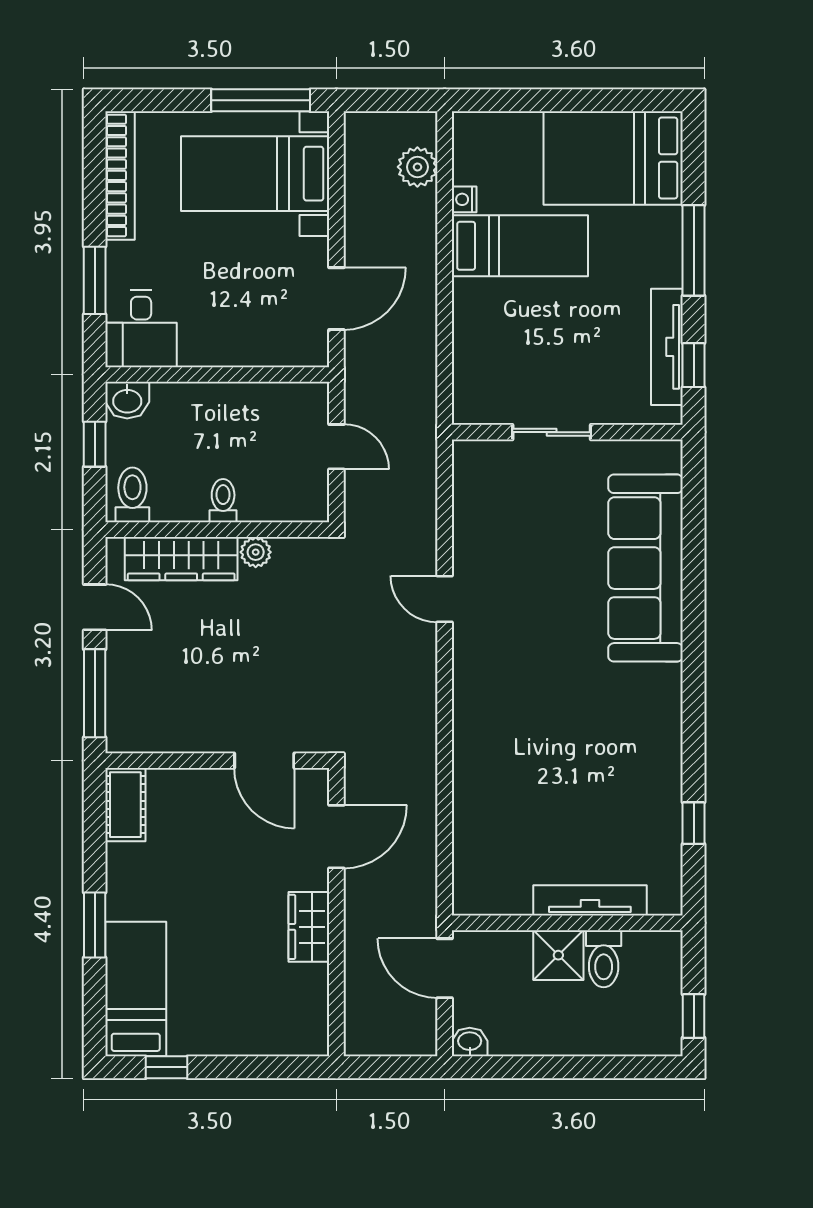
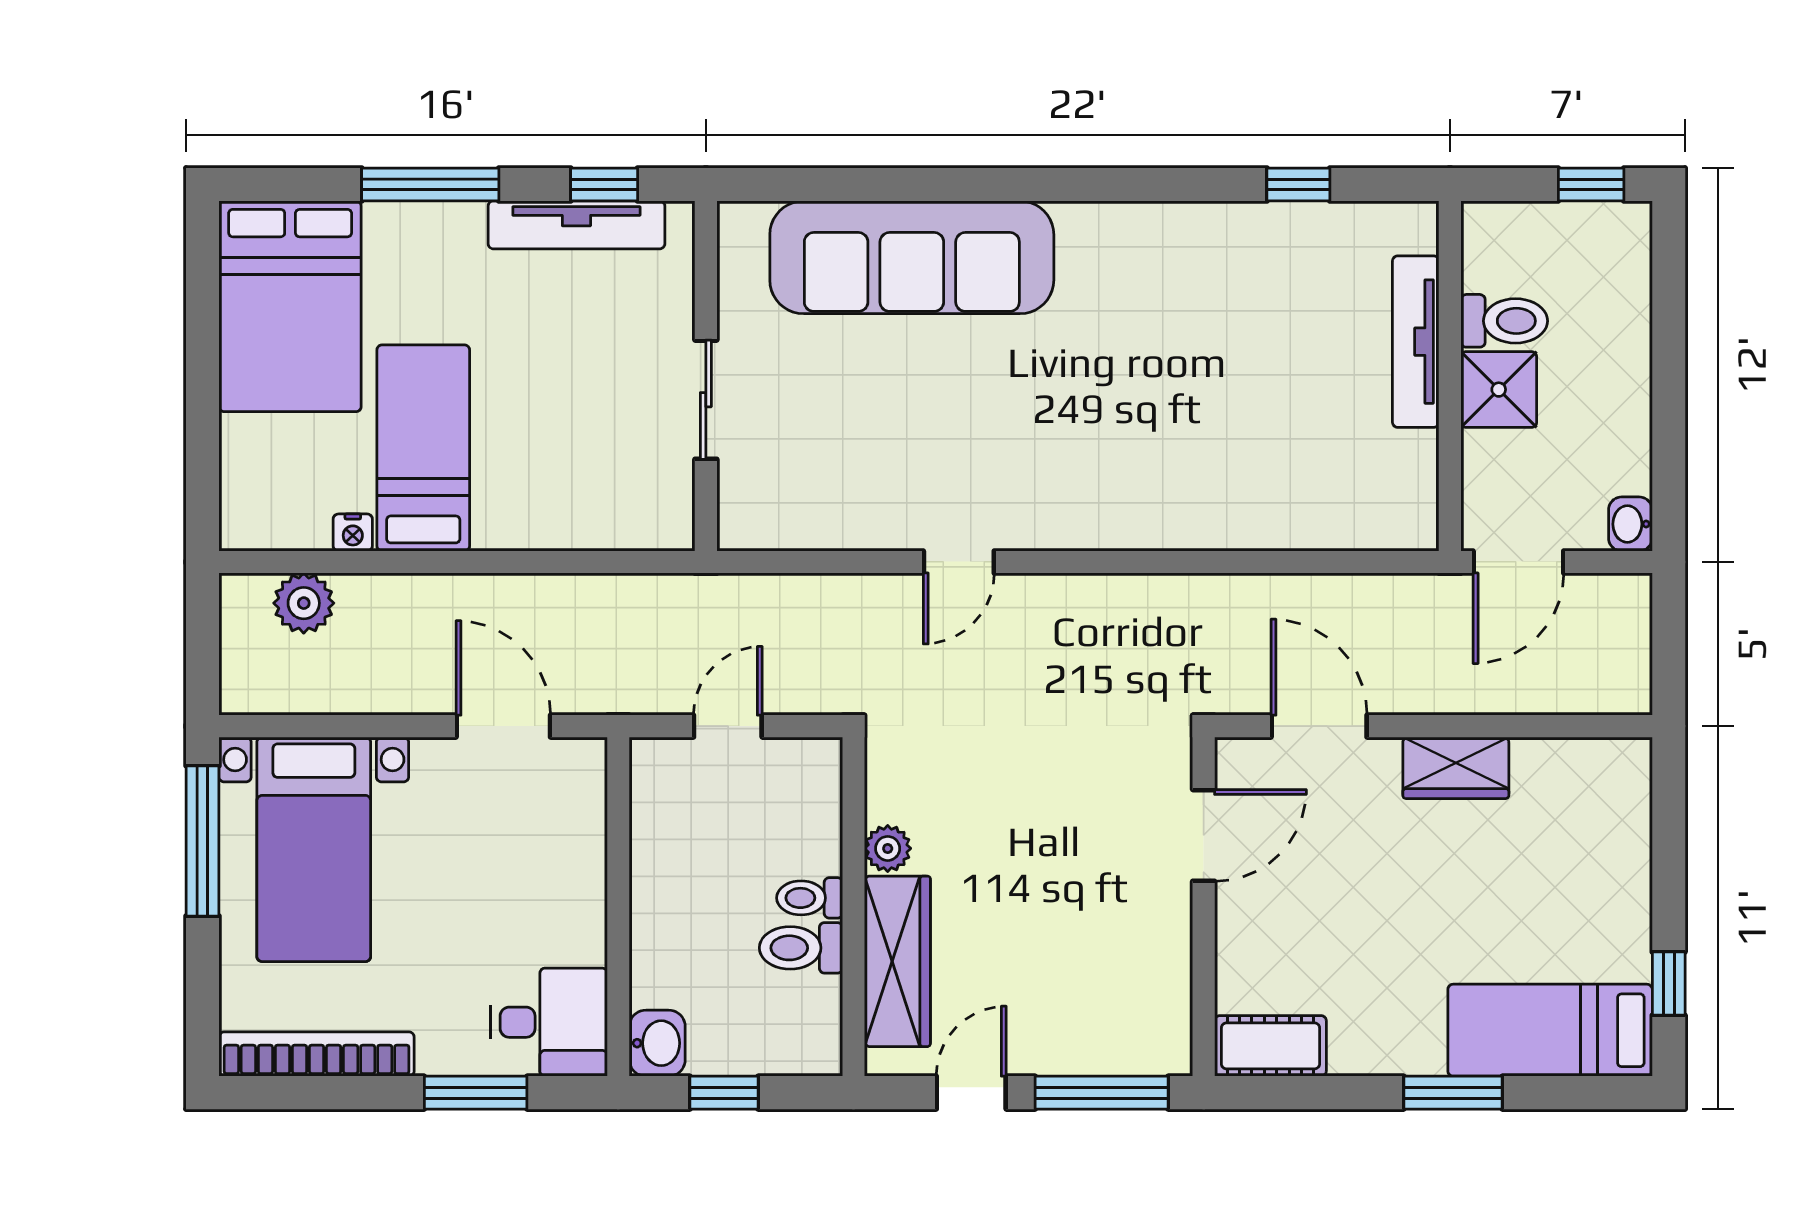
toilet: (132, 495) -> (801, 948), moved

